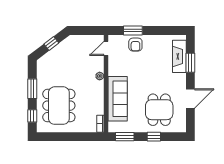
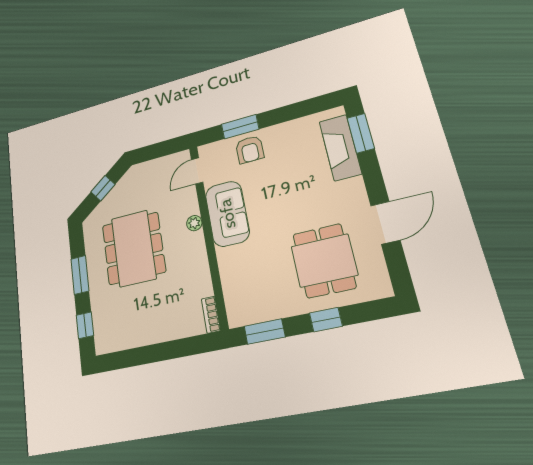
window: (190, 63) -> (361, 133), moved
sofa: (118, 99) -> (227, 214), moved, width x0.73
dining table: (59, 106) -> (134, 248), moved

